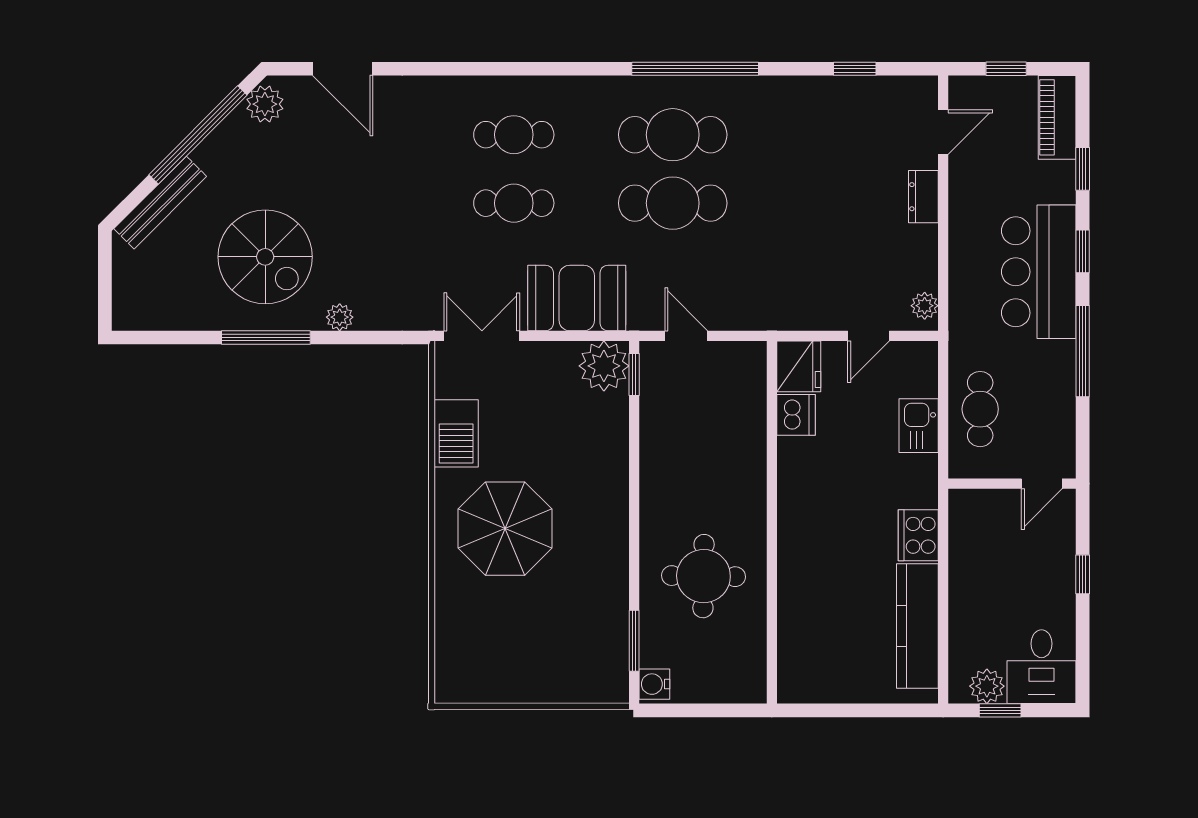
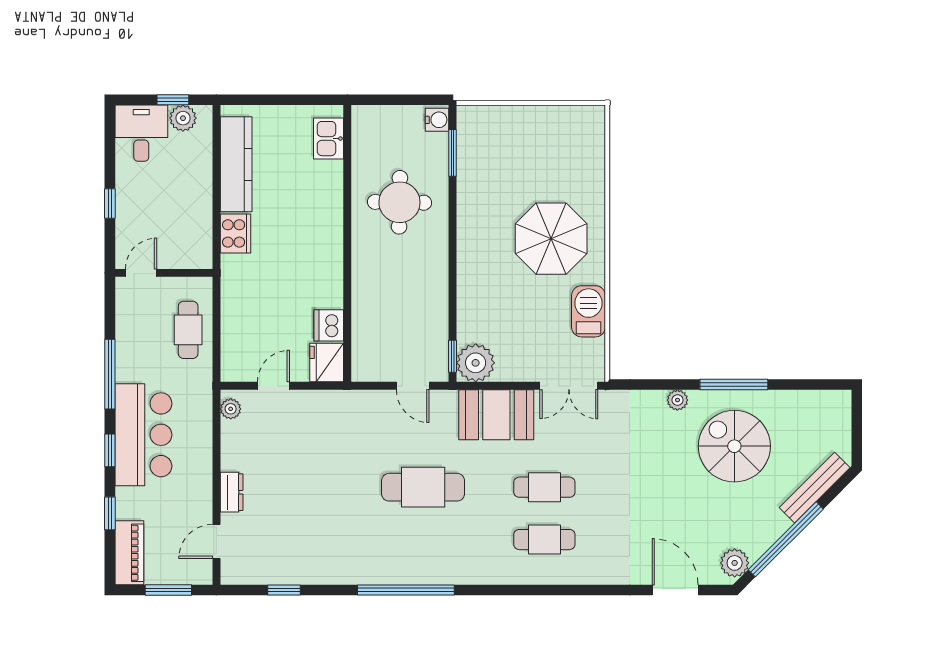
window: (1006, 69) -> (168, 590), width x1.50
cafe table: (673, 135) -> (423, 540), removed
kitchen sink: (919, 426) -> (329, 139), moved, turned 180

